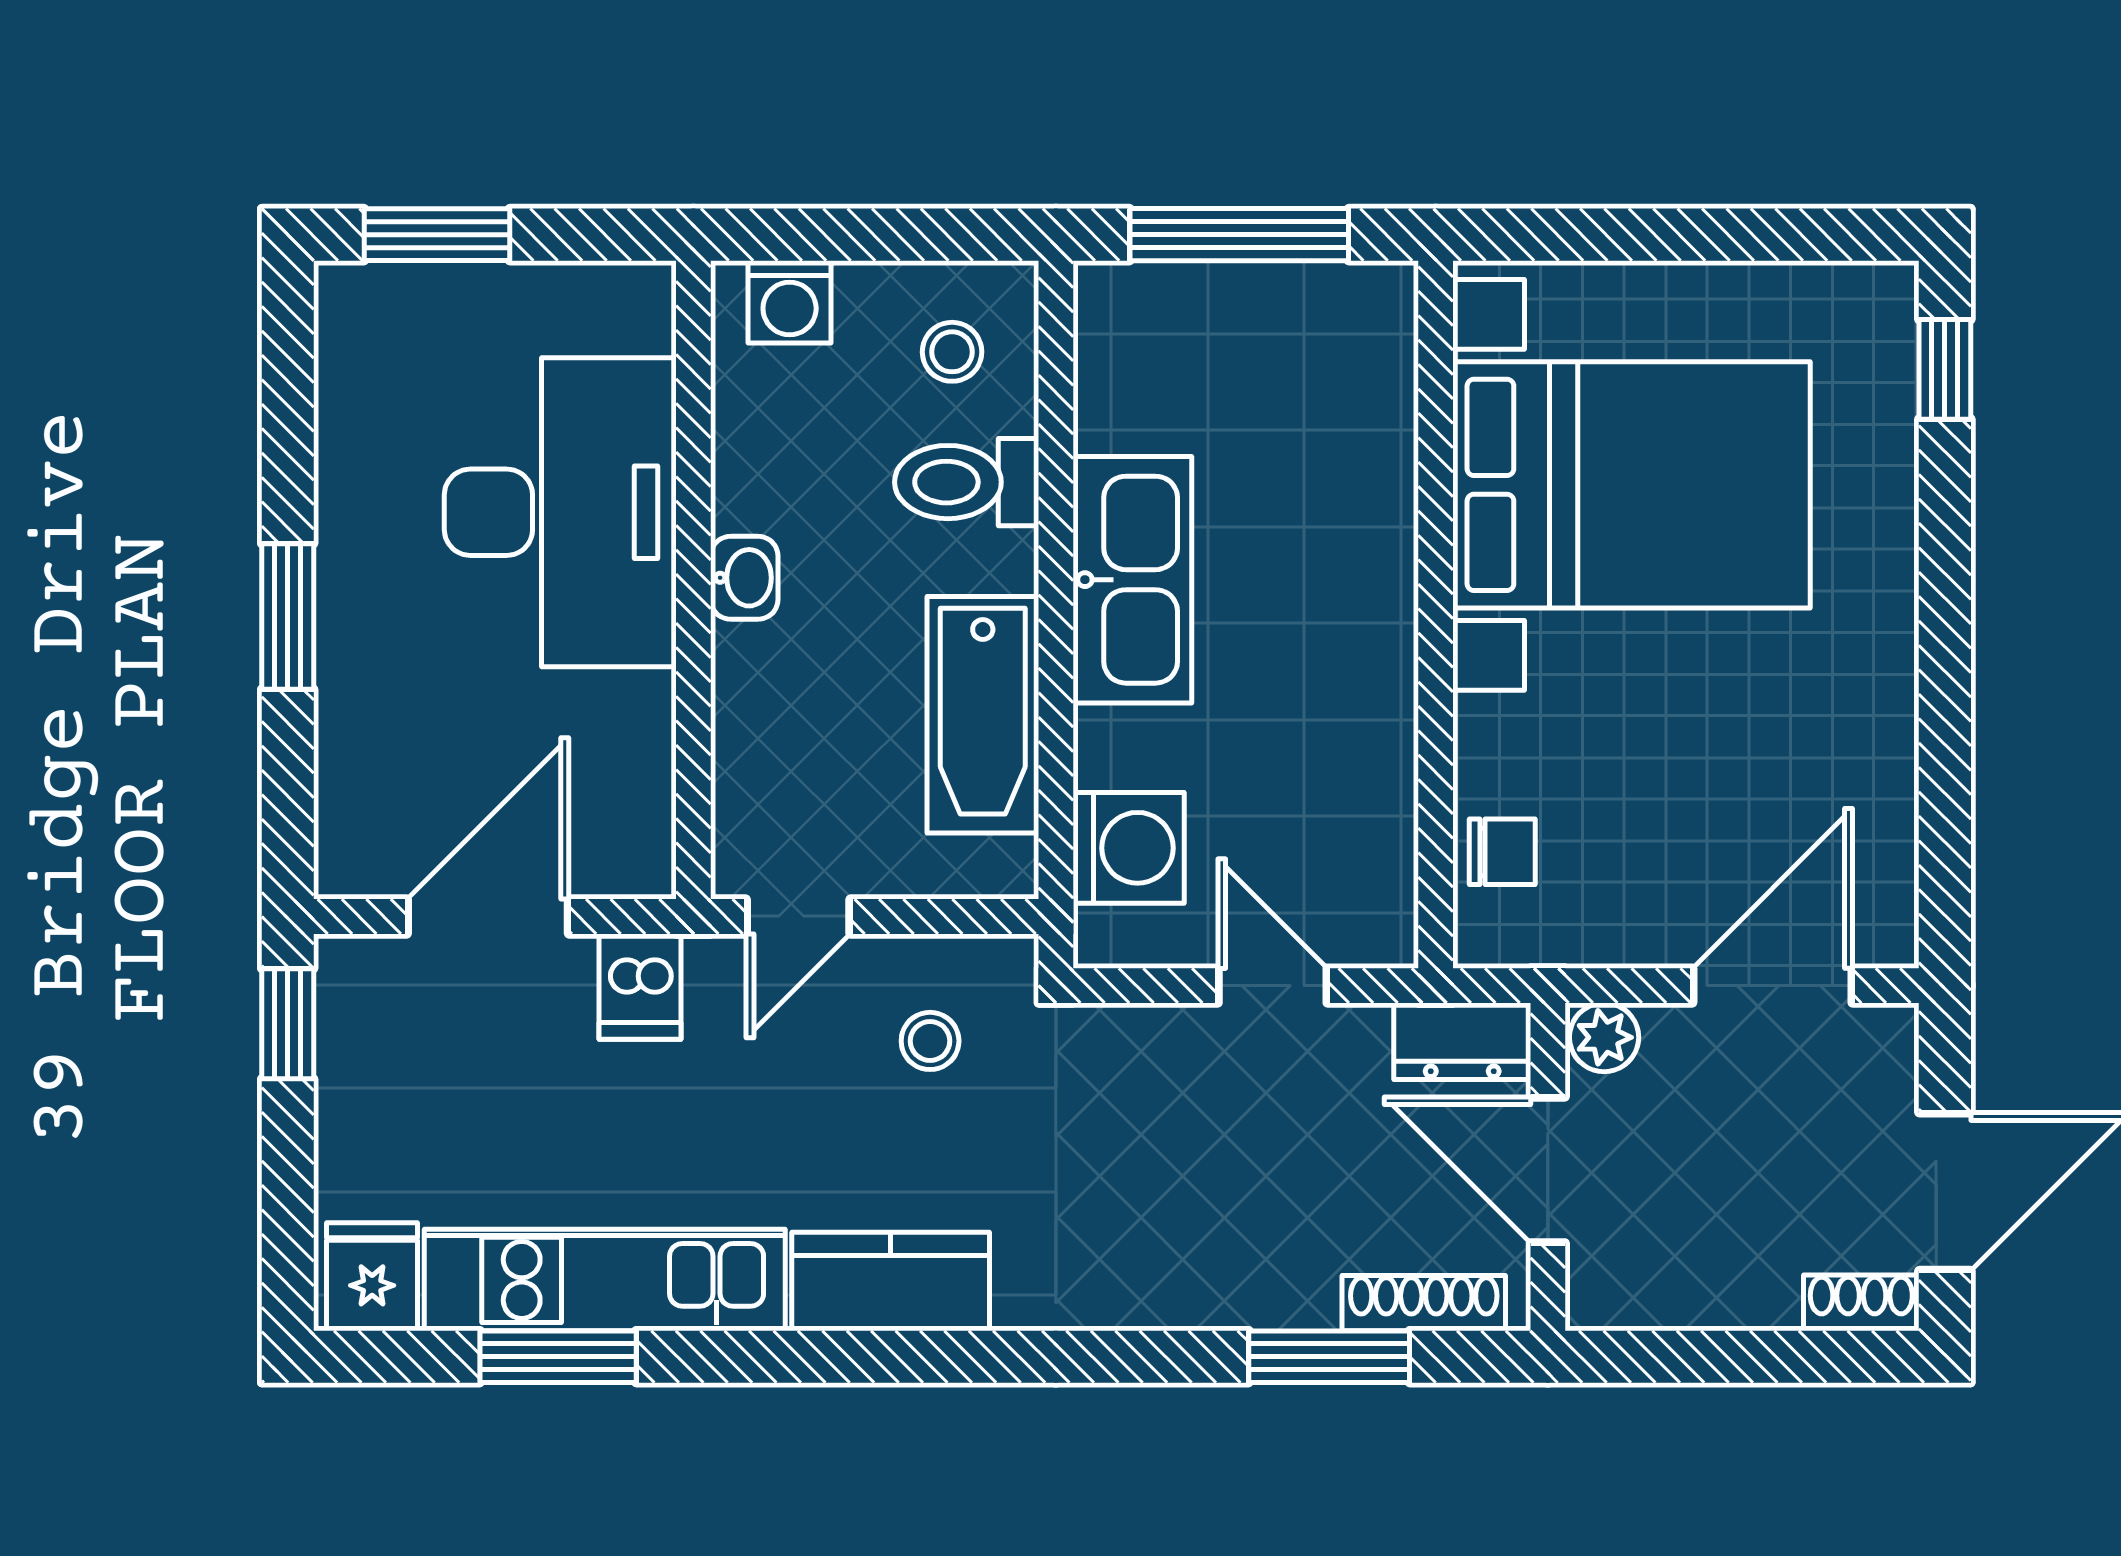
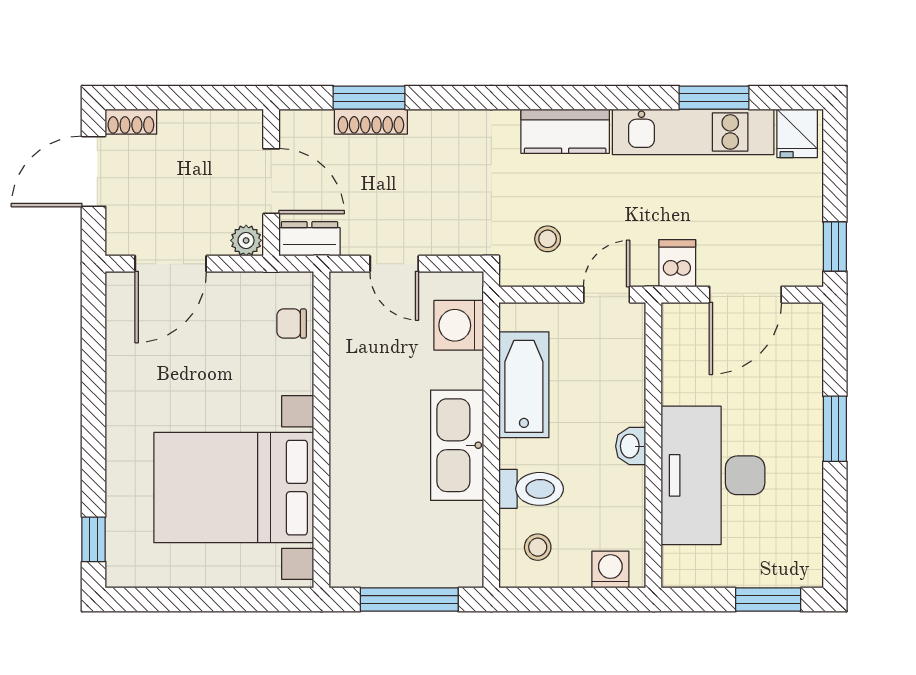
shoe rack: (1424, 1303) -> (371, 122), moved

